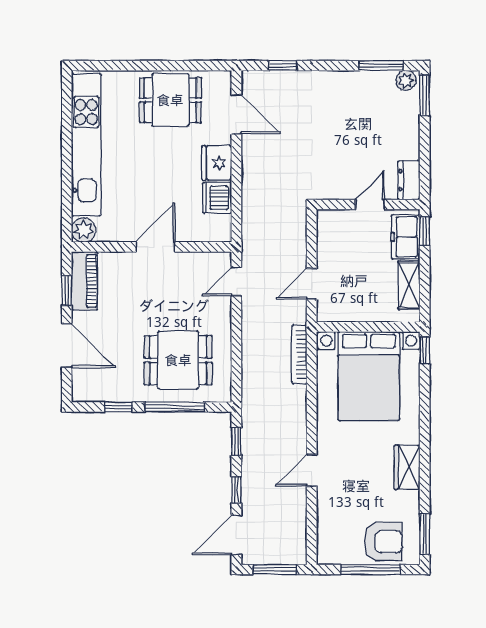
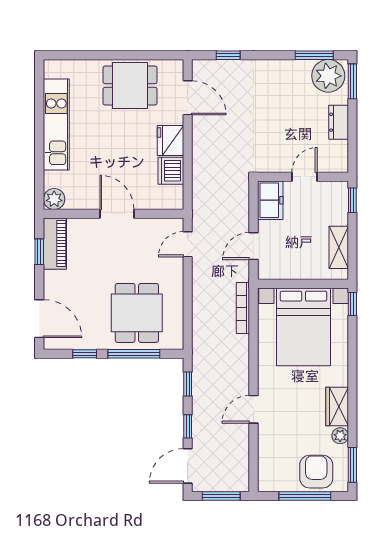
plant: (406, 80) -> (328, 76), width x1.87, depth x1.87
kitchen unit: (86, 145) -> (56, 124), width x0.73
dresser: (409, 180) -> (339, 122), moved
freezer: (406, 237) -> (270, 200), moved, turned 180
door: (155, 247) -> (117, 214), hinge flipped
door: (67, 346) -> (39, 319), moved
dining table: (178, 360) -> (137, 313), turned 90
plant: (411, 501) -> (340, 436), added
armchair: (383, 542) -> (316, 472), turned -90

